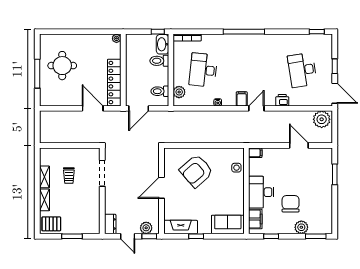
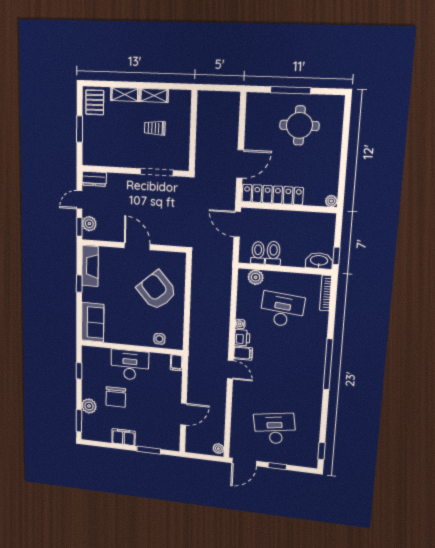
toilet: (159, 61) -> (273, 253), moved
printer: (282, 100) -> (242, 338), moved
plant: (322, 119) -> (218, 449), width x0.53, depth x0.53
chair: (291, 204) -> (116, 397), turned 90
filing cabinet: (255, 219) -> (123, 437), moved, turned 180

